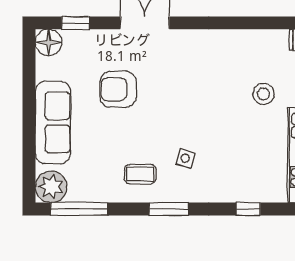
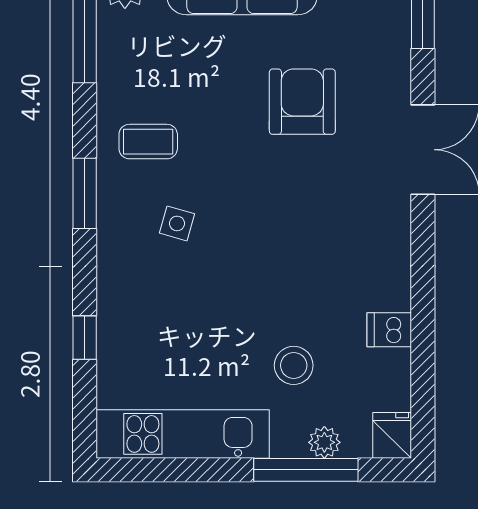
dishwasher: (244, 41) -> (389, 330), added
coffee table: (140, 174) -> (148, 142), turned 90

